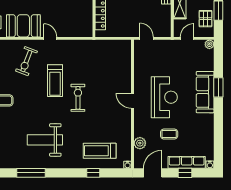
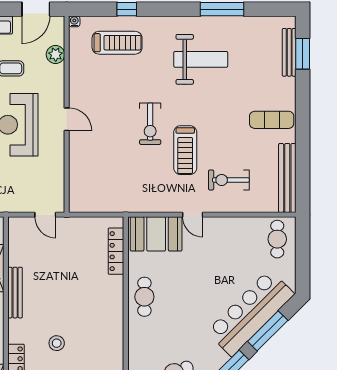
booth: (23, 26) -> (156, 234), moved
exercise bike: (26, 61) -> (229, 180), turned -111
treadmill: (55, 81) -> (185, 150), turned 180

